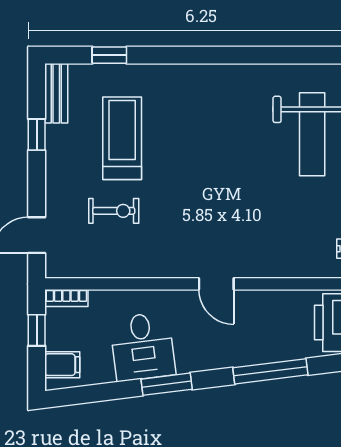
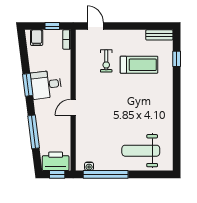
window: (37, 135) -> (141, 26), removed
desk: (143, 347) -> (46, 85), moved

